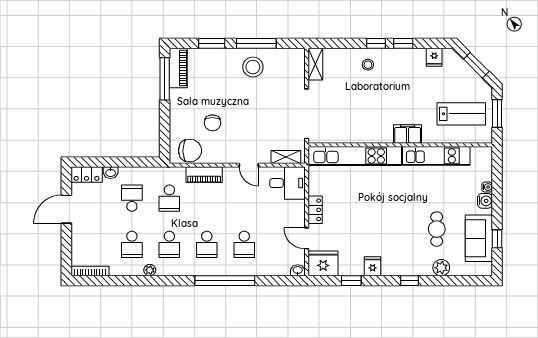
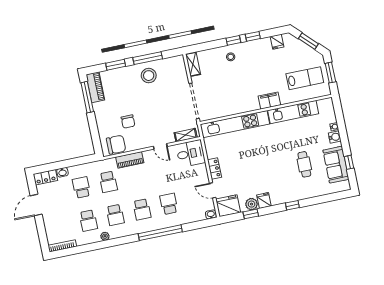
school desk: (244, 244) -> (169, 204), turned 180
plant: (441, 268) -> (251, 204), moved

